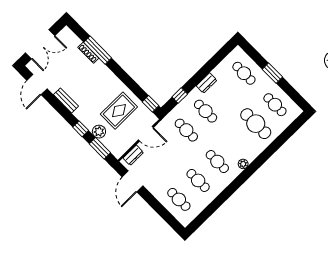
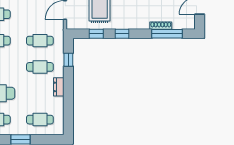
window: (98, 50) -> (167, 34), moved
window: (122, 75) -> (122, 34), added
window: (150, 104) -> (96, 34), moved

